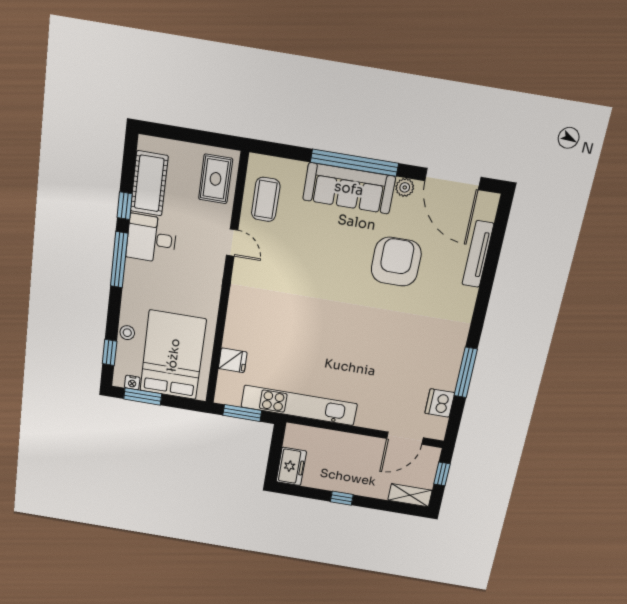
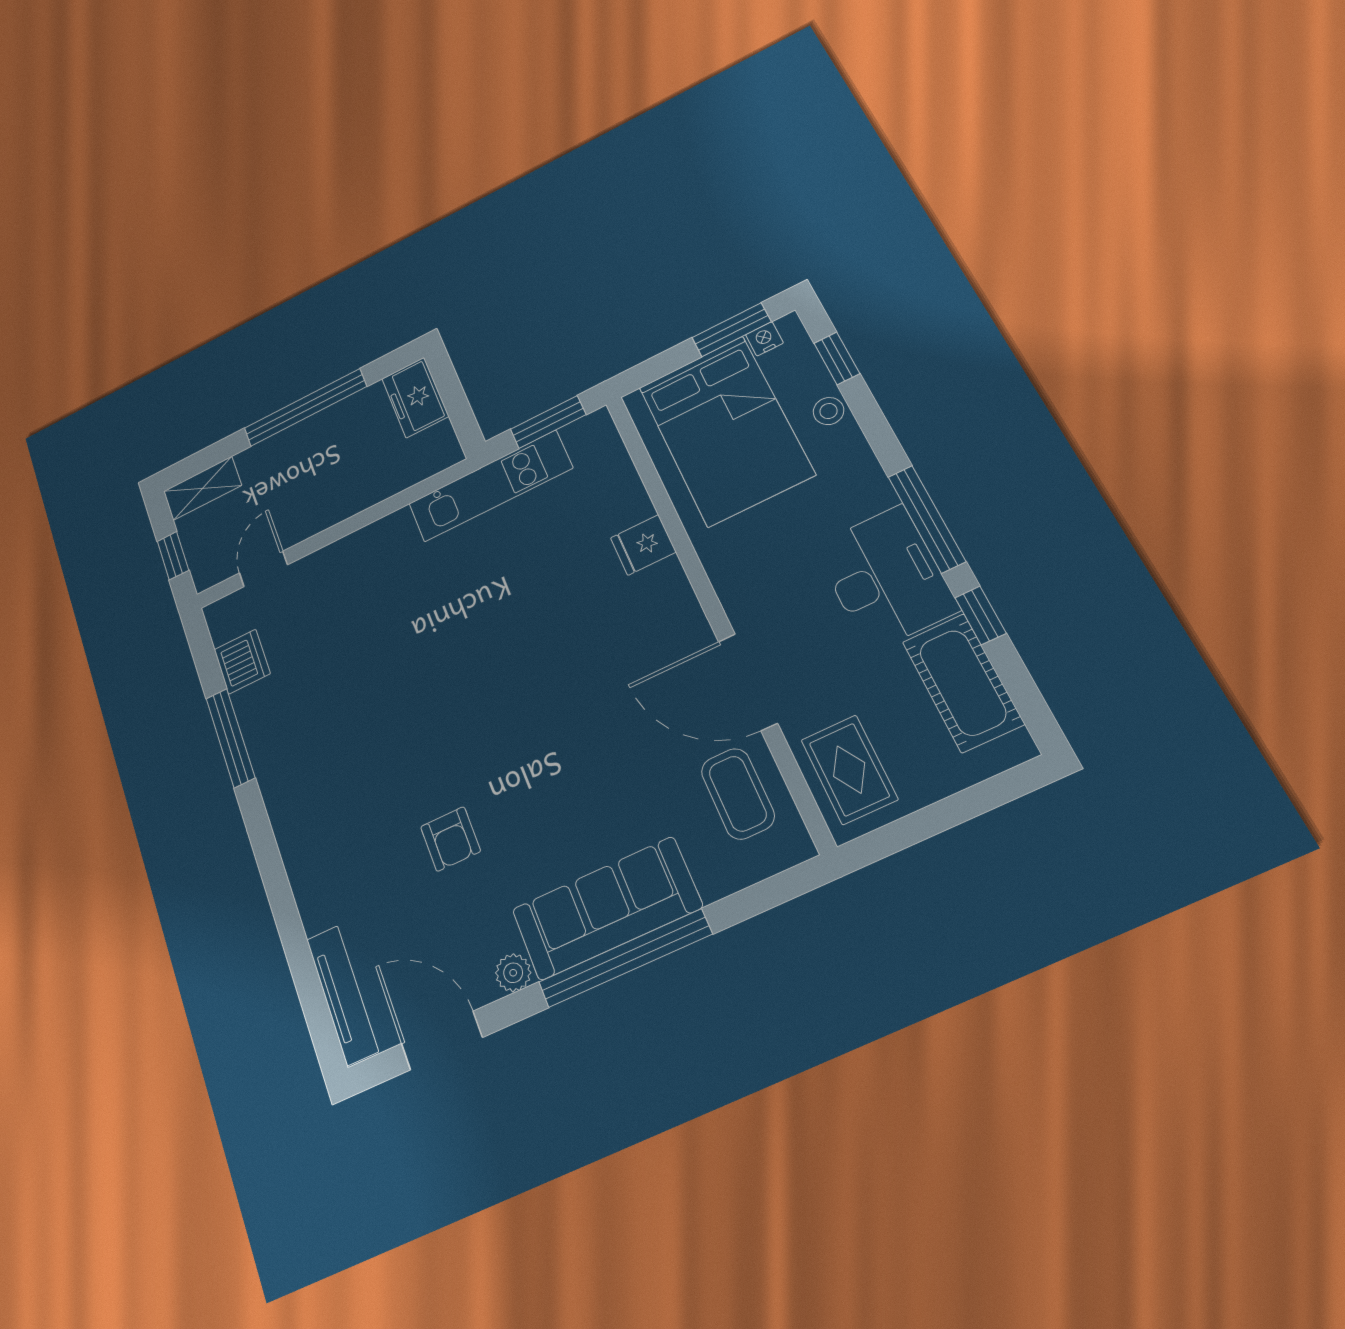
door: (453, 179) -> (442, 1041), width x0.73
desk: (151, 239) -> (886, 578), width x1.37
door: (232, 243) -> (748, 682), width x1.88
tv unit: (478, 254) -> (342, 995), moved
armchair: (396, 262) -> (450, 839), width x0.53, depth x0.53
fridge: (233, 360) -> (643, 545), moved
kitchen unit: (299, 405) -> (490, 486), width x0.73
door: (405, 438) -> (263, 569), width x0.73
window: (342, 498) -> (305, 408), width x3.17

